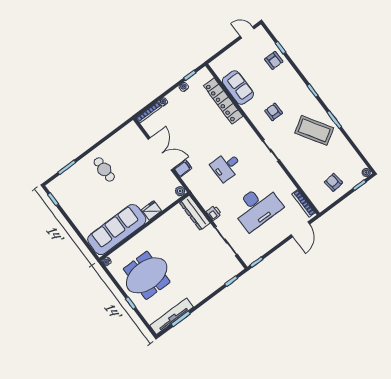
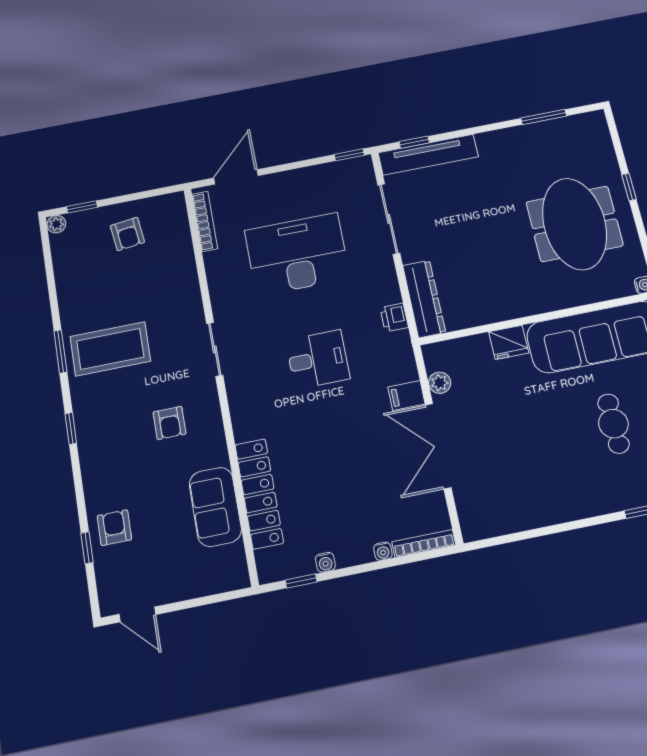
coffee table: (314, 130) -> (110, 349), turned -58
cafe table: (104, 169) -> (613, 424), moved
plant: (180, 191) -> (440, 383), moved
printer: (214, 213) -> (394, 317), moved
meeting table: (147, 275) -> (574, 224), turned 90
tv unit: (172, 316) -> (428, 155), moved

